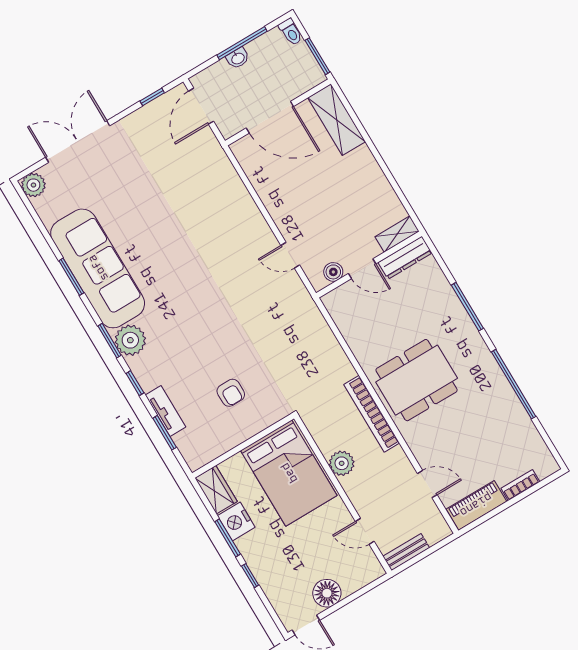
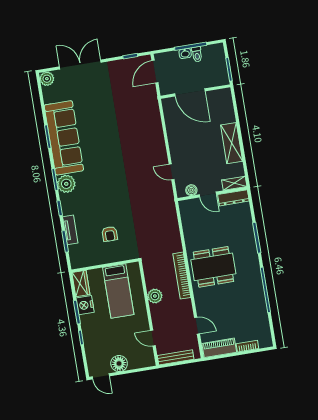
toilet: (291, 32) -> (197, 54), moved
shelving: (337, 120) -> (232, 143), moved
bed: (289, 473) -> (118, 291), width x0.67
bench: (406, 552) -> (176, 357), width x1.36

